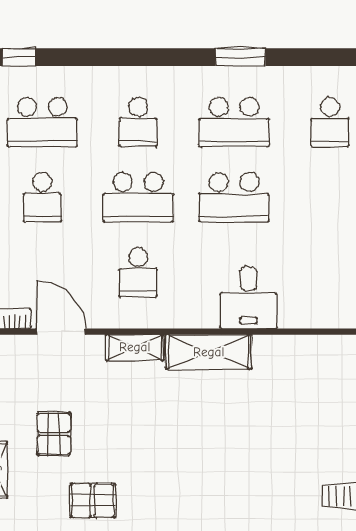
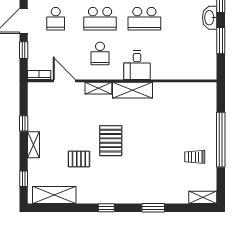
desk: (248, 298) -> (137, 65), moved
pallet: (54, 434) -> (111, 141), moved, width x1.50, depth x1.42

